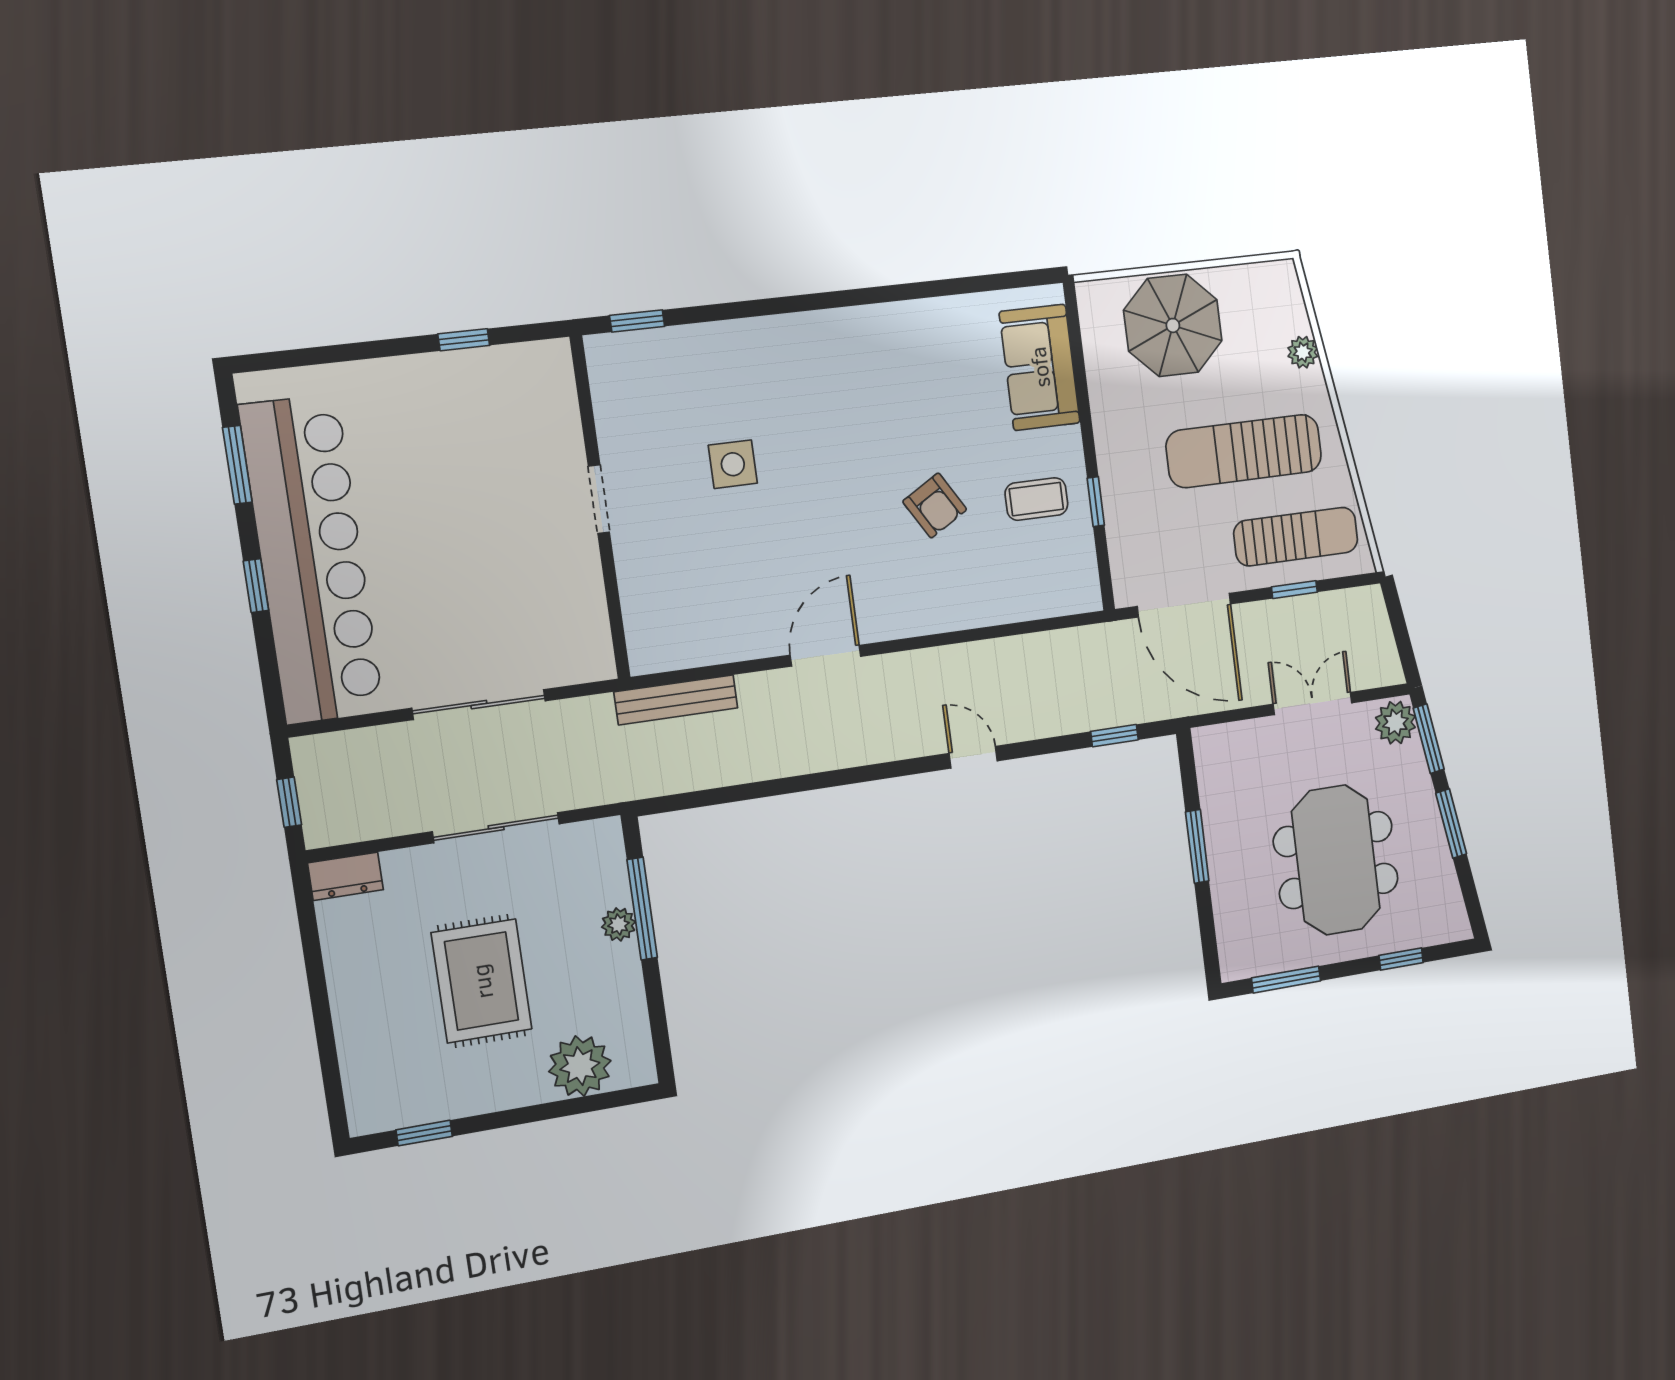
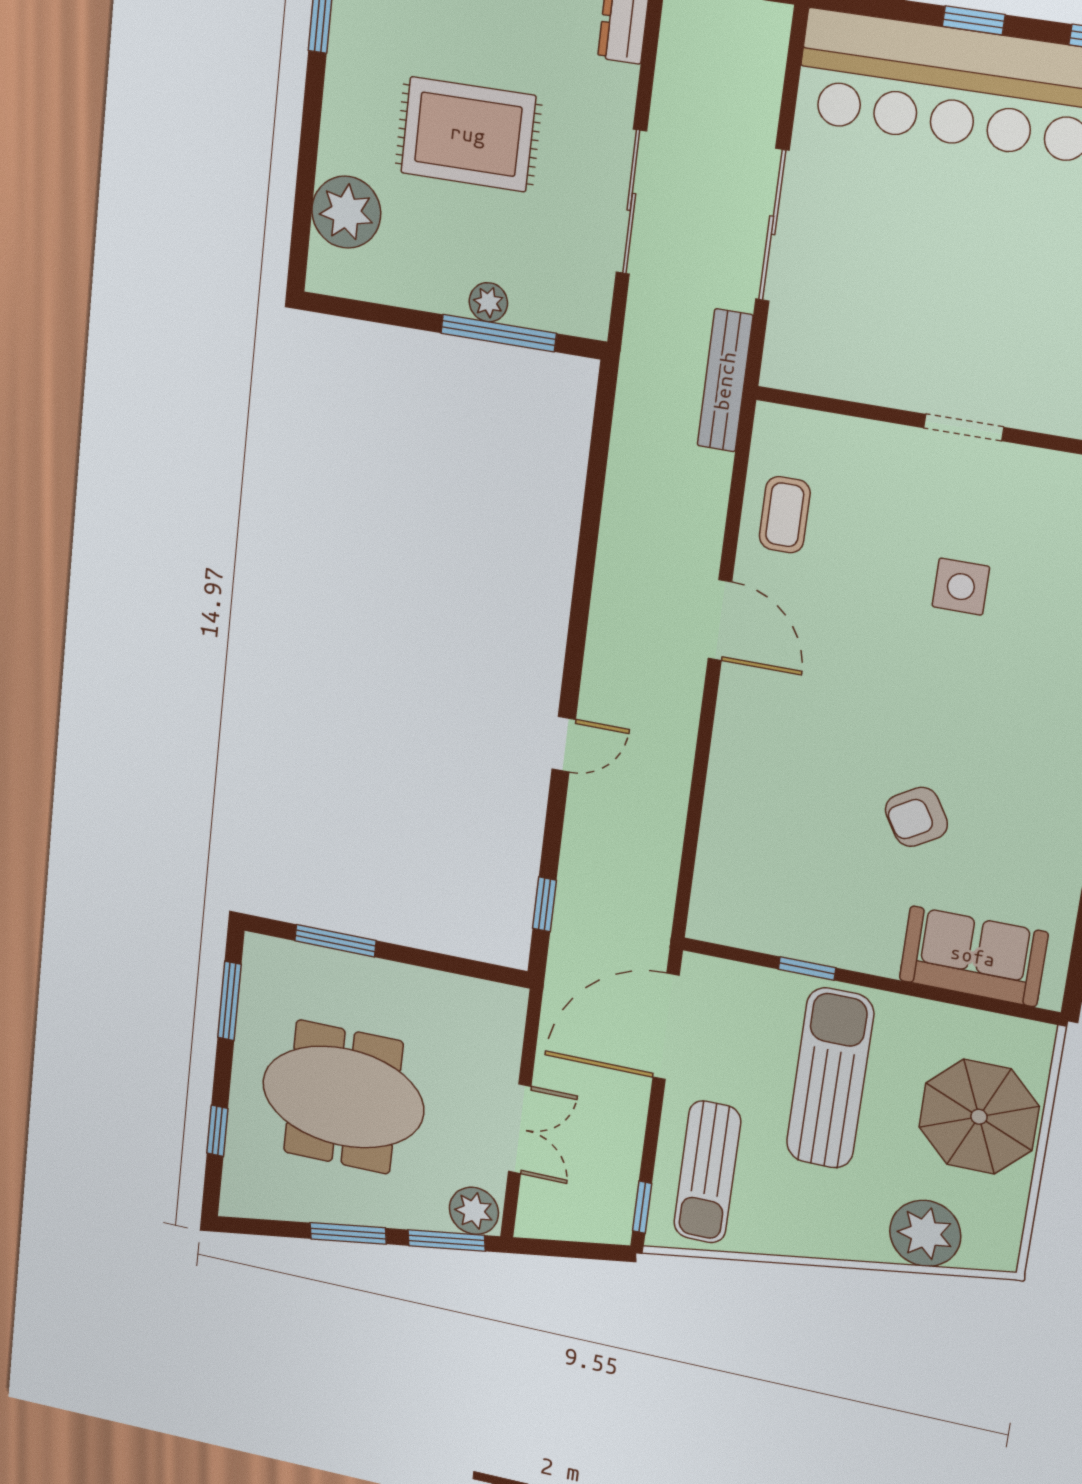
plant: (1303, 352) -> (925, 1233), width x1.88, depth x1.88
sun lounger: (1244, 451) -> (830, 1078), moved
coffee table: (1036, 499) -> (785, 515), moved
armchair: (935, 505) -> (916, 817), moved
window: (1294, 590) -> (642, 1207), moved
bench: (676, 700) -> (725, 381), moved
window: (1197, 846) -> (335, 941), moved

